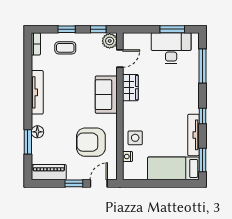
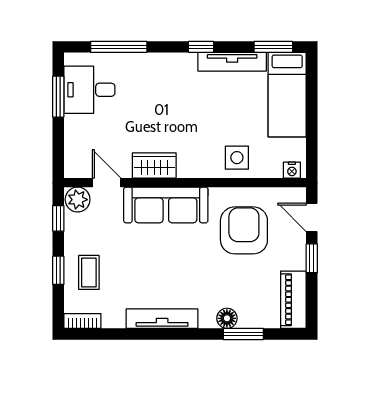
desk: (171, 48) -> (89, 90), width x0.73
sofa: (106, 95) -> (166, 205), width x1.36
armchair: (91, 142) -> (244, 230), turned 180
nightstand: (128, 156) -> (292, 170), moved

